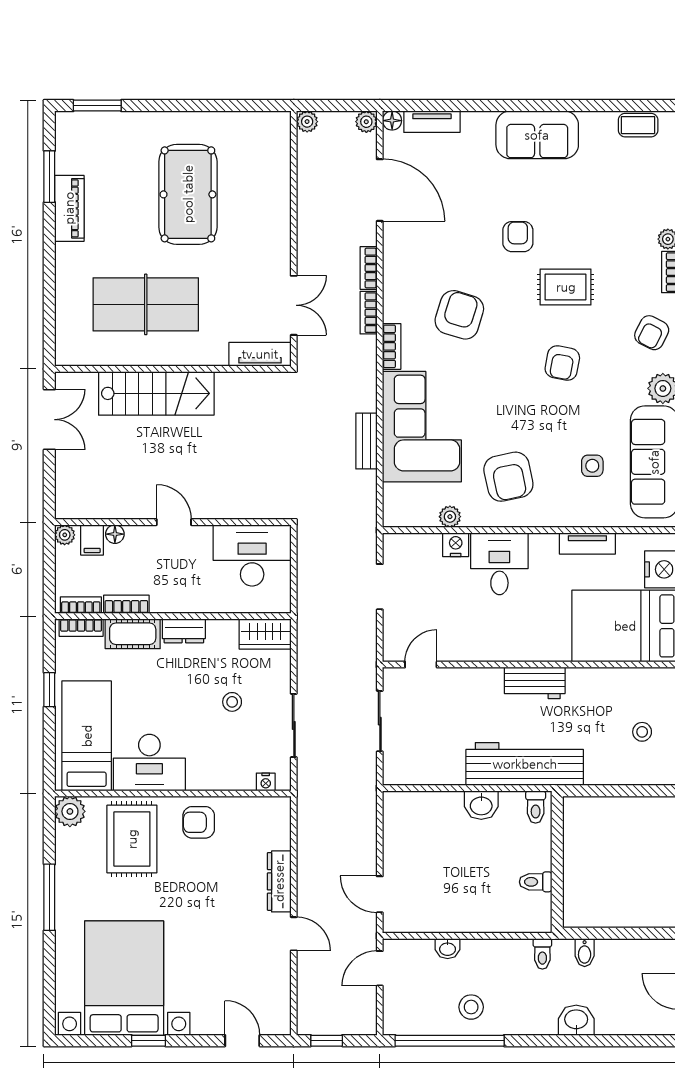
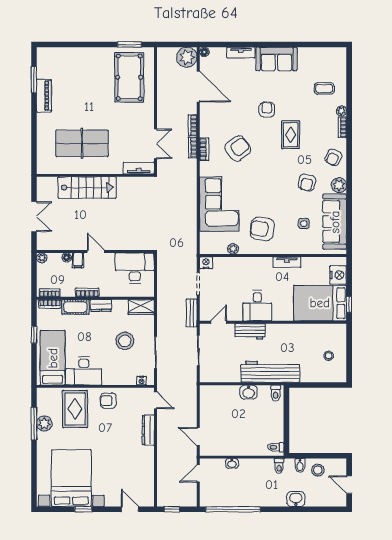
window: (97, 106) -> (129, 45), moved
plant: (307, 122) -> (162, 52), removed
plant: (366, 122) -> (187, 57), width x1.87, depth x1.87
tv unit: (432, 122) -> (241, 53), moved
coffee table: (638, 125) -> (324, 88), moved
pool table: (188, 194) -> (129, 77), moved
rug: (566, 287) -> (291, 135), turned 90
armchair: (459, 315) -> (238, 149), turned 36
bookcase: (392, 346) -> (204, 149), moved
armchair: (562, 363) -> (307, 182), moved
double door: (49, 420) -> (34, 217), moved
bench: (366, 441) -> (192, 313), moved
armchair: (508, 477) -> (262, 229), turned 110
filing cabinet: (92, 540) -> (78, 260), moved
tv unit: (587, 543) -> (287, 262), moved
nightstand: (456, 545) -> (206, 263), moved
desk: (499, 564) -> (257, 306), moved, turned 180
bookcase: (126, 604) -> (87, 292), moved
workbench: (535, 683) -> (250, 331), moved
stool: (232, 702) -> (125, 341), width x1.89, depth x1.89
plant: (70, 811) -> (44, 424), moved
toilet: (536, 882) -> (276, 447), moved
window: (49, 897) -> (34, 423), moved
door: (294, 934) -> (156, 400), moved
stool: (471, 1007) -> (318, 470), moved

